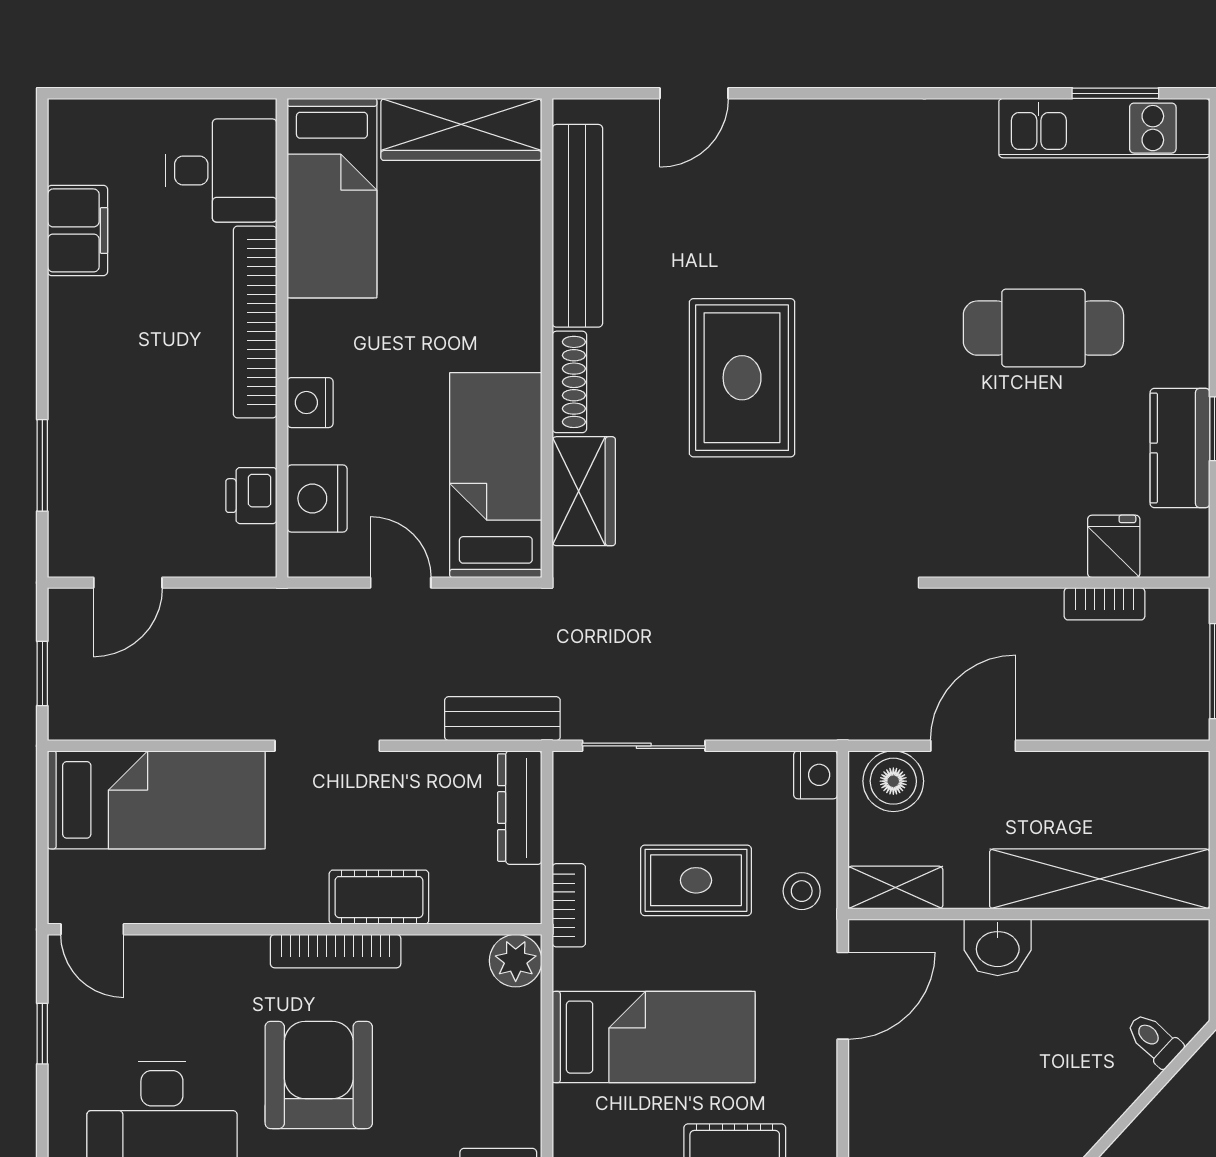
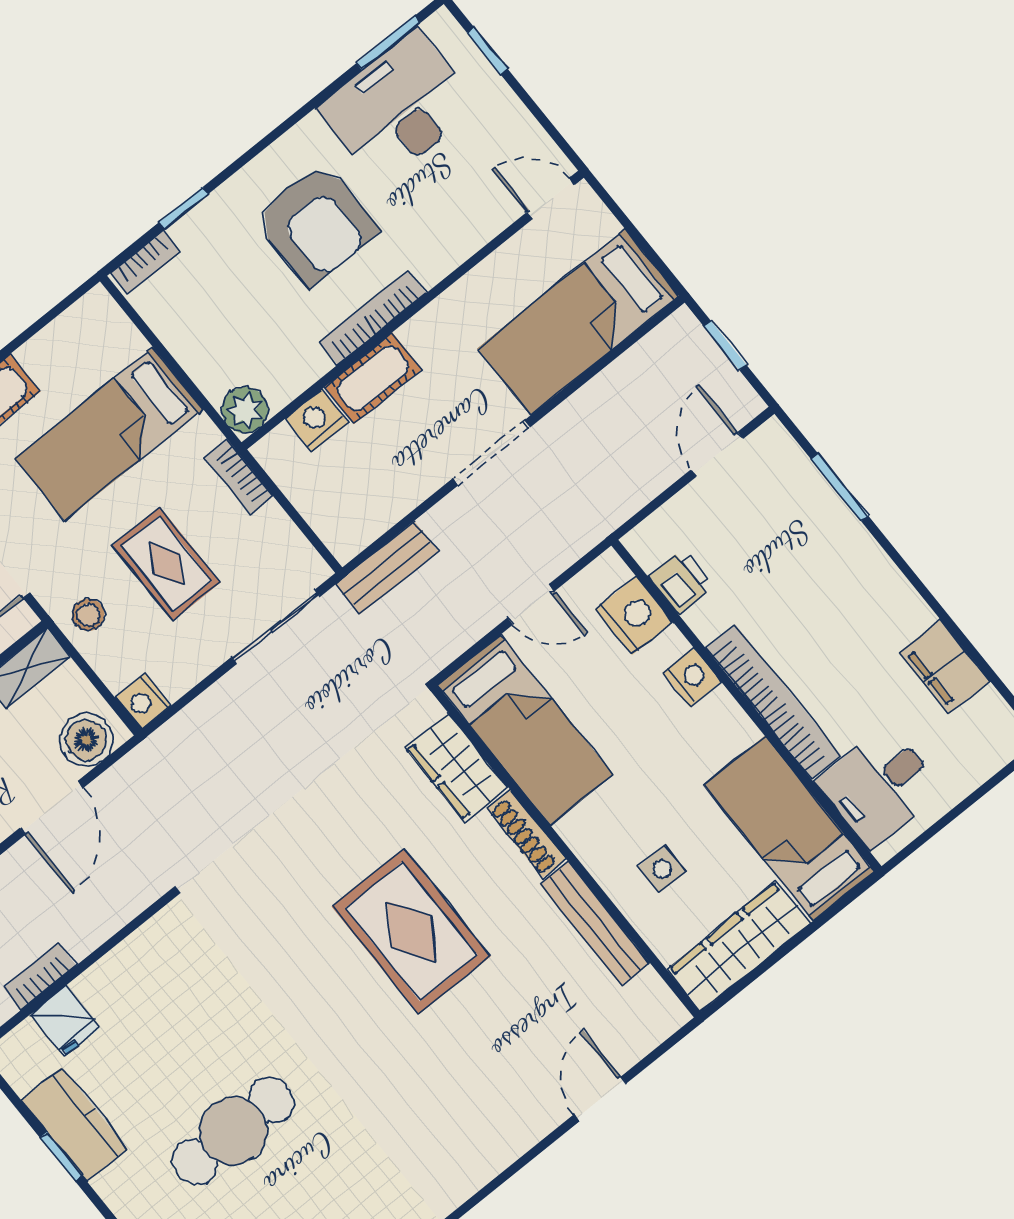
bench: (577, 226) -> (595, 924), width x0.73, depth x0.82
side table: (474, 253) -> (662, 869), added
dresser: (520, 808) -> (326, 517), removed
rug: (696, 880) -> (166, 564), turned 90
nightstand: (459, 900) -> (317, 421), added
window: (42, 1034) -> (487, 51), moved

